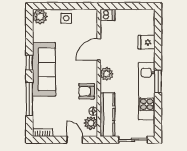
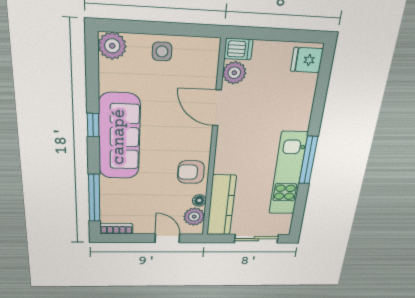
fridge: (147, 42) -> (307, 60), moved
door: (99, 49) -> (217, 108), hinge flipped
plant: (107, 74) -> (234, 73), moved
window: (158, 81) -> (308, 160), width x1.44
window: (29, 99) -> (94, 198), moved

